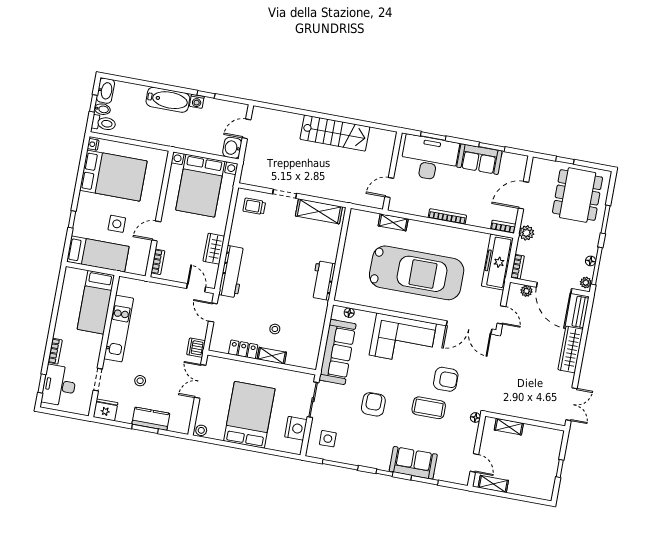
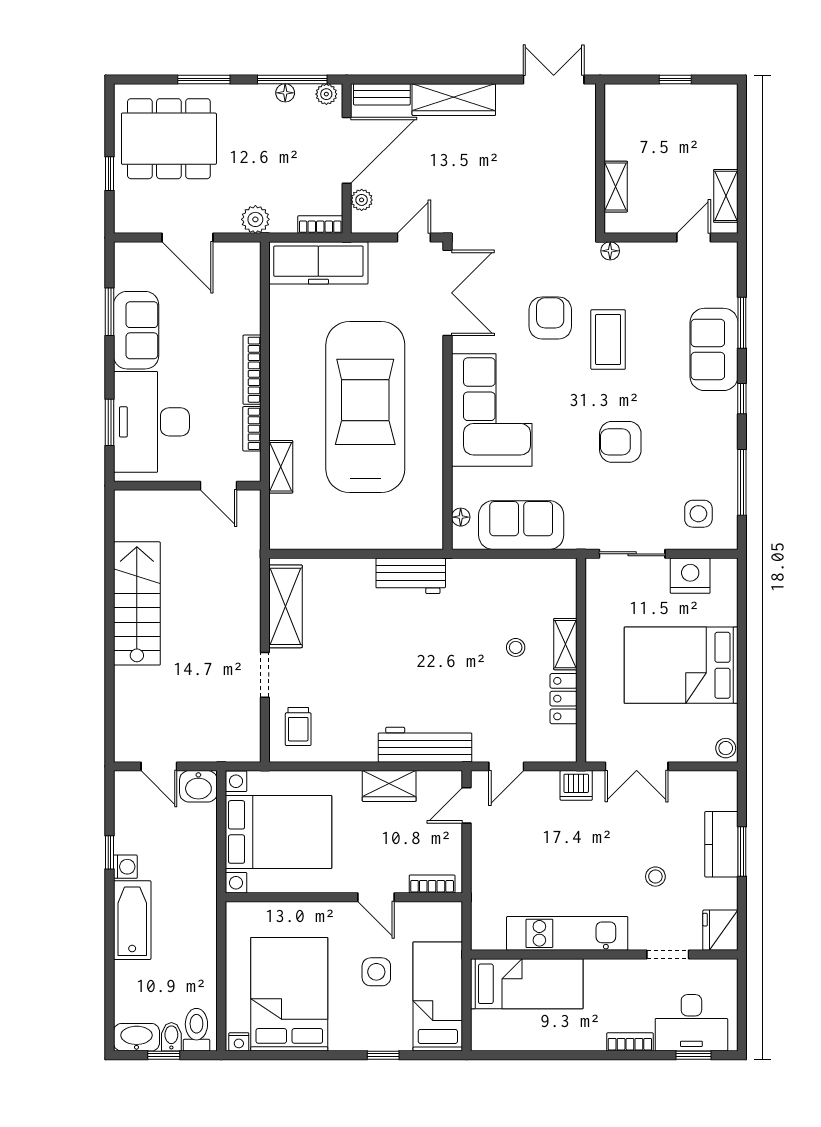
bookcase: (503, 227) -> (252, 429), moved
sofa: (338, 352) -> (521, 525), width x0.73

